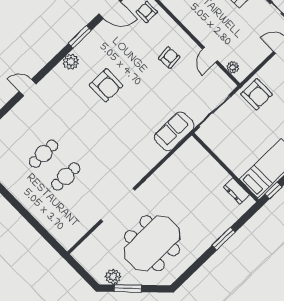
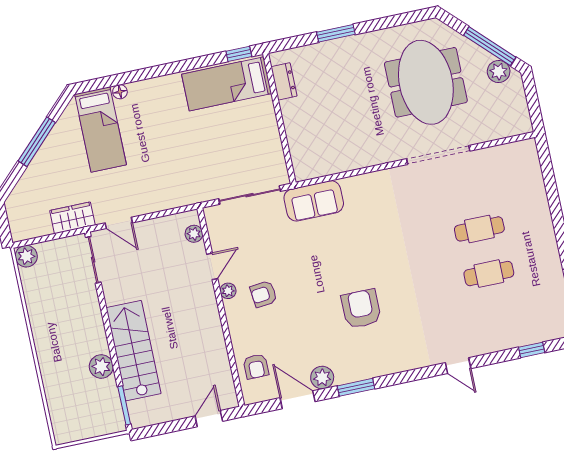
plant: (191, 46) -> (228, 291), added
plant: (71, 62) -> (322, 378), moved
armchair: (257, 94) -> (186, 183), removed
meeting table: (152, 243) -> (426, 82), turned 90
window: (128, 288) -> (490, 46), width x1.44

